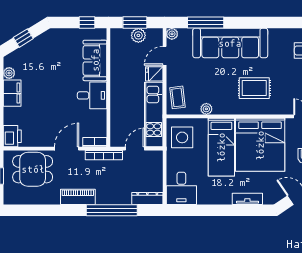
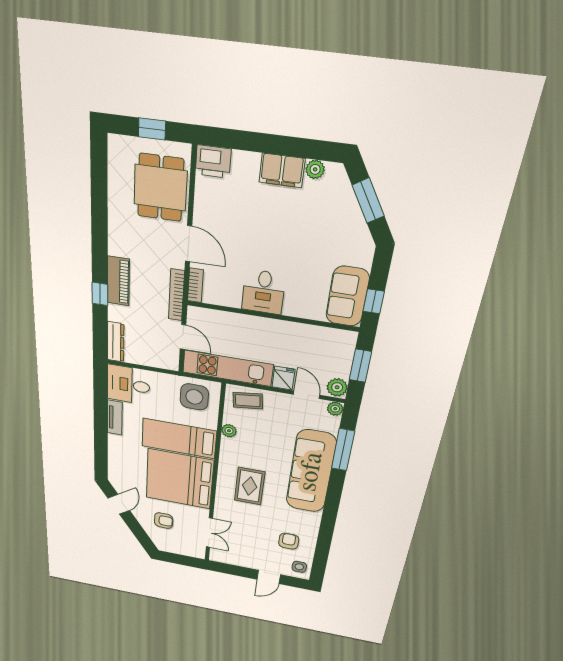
plant: (138, 35) -> (337, 387), moved
window: (23, 38) -> (368, 201), width x1.50
sofa: (95, 60) -> (347, 296), moved, turned -90
piano: (78, 197) -> (118, 281), moved
tv unit: (247, 199) -> (115, 418), moved
window: (112, 210) -> (100, 294), width x0.32

